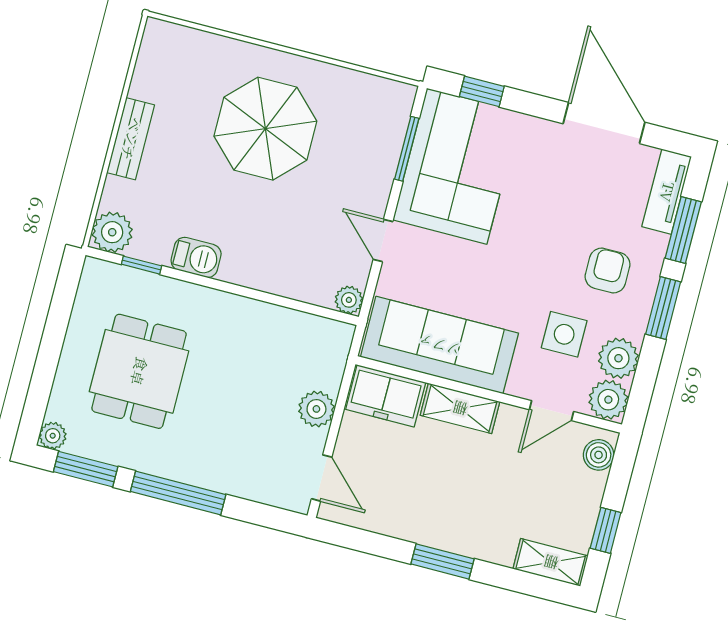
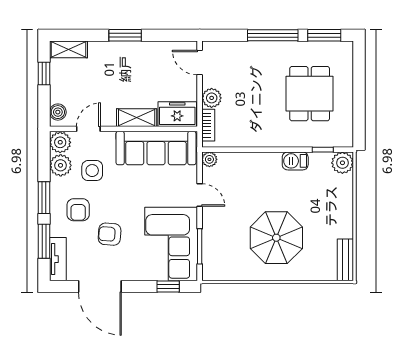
bench: (131, 139) -> (345, 260), moved
armchair: (563, 212) -> (110, 234), added
bookcase: (335, 362) -> (208, 125), added
plant: (53, 436) -> (346, 48), removed

